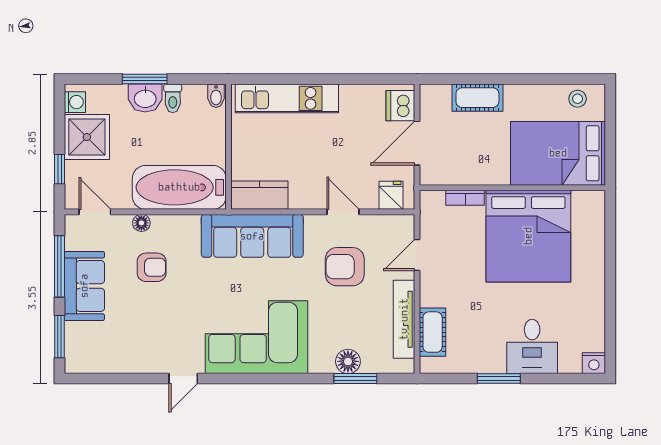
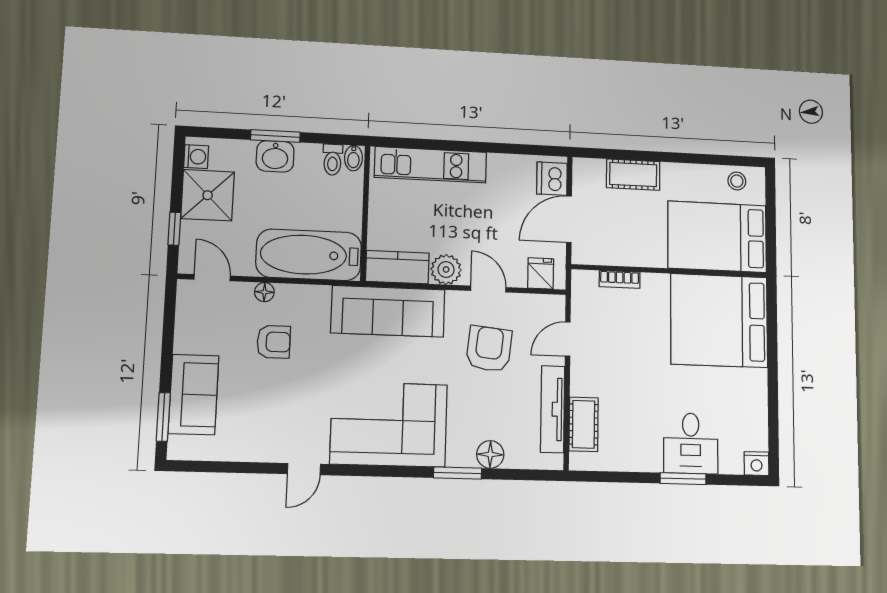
toilet: (173, 98) -> (333, 160), moved
plant: (304, 195) -> (446, 269), added
bed: (528, 236) -> (719, 321), moved, turned 90
window: (59, 266) -> (168, 337), removed
armchair: (345, 267) -> (489, 349), turned 96
sofa: (84, 286) -> (194, 395), moved
window: (355, 379) -> (458, 473), moved
window: (499, 379) -> (683, 479), moved

